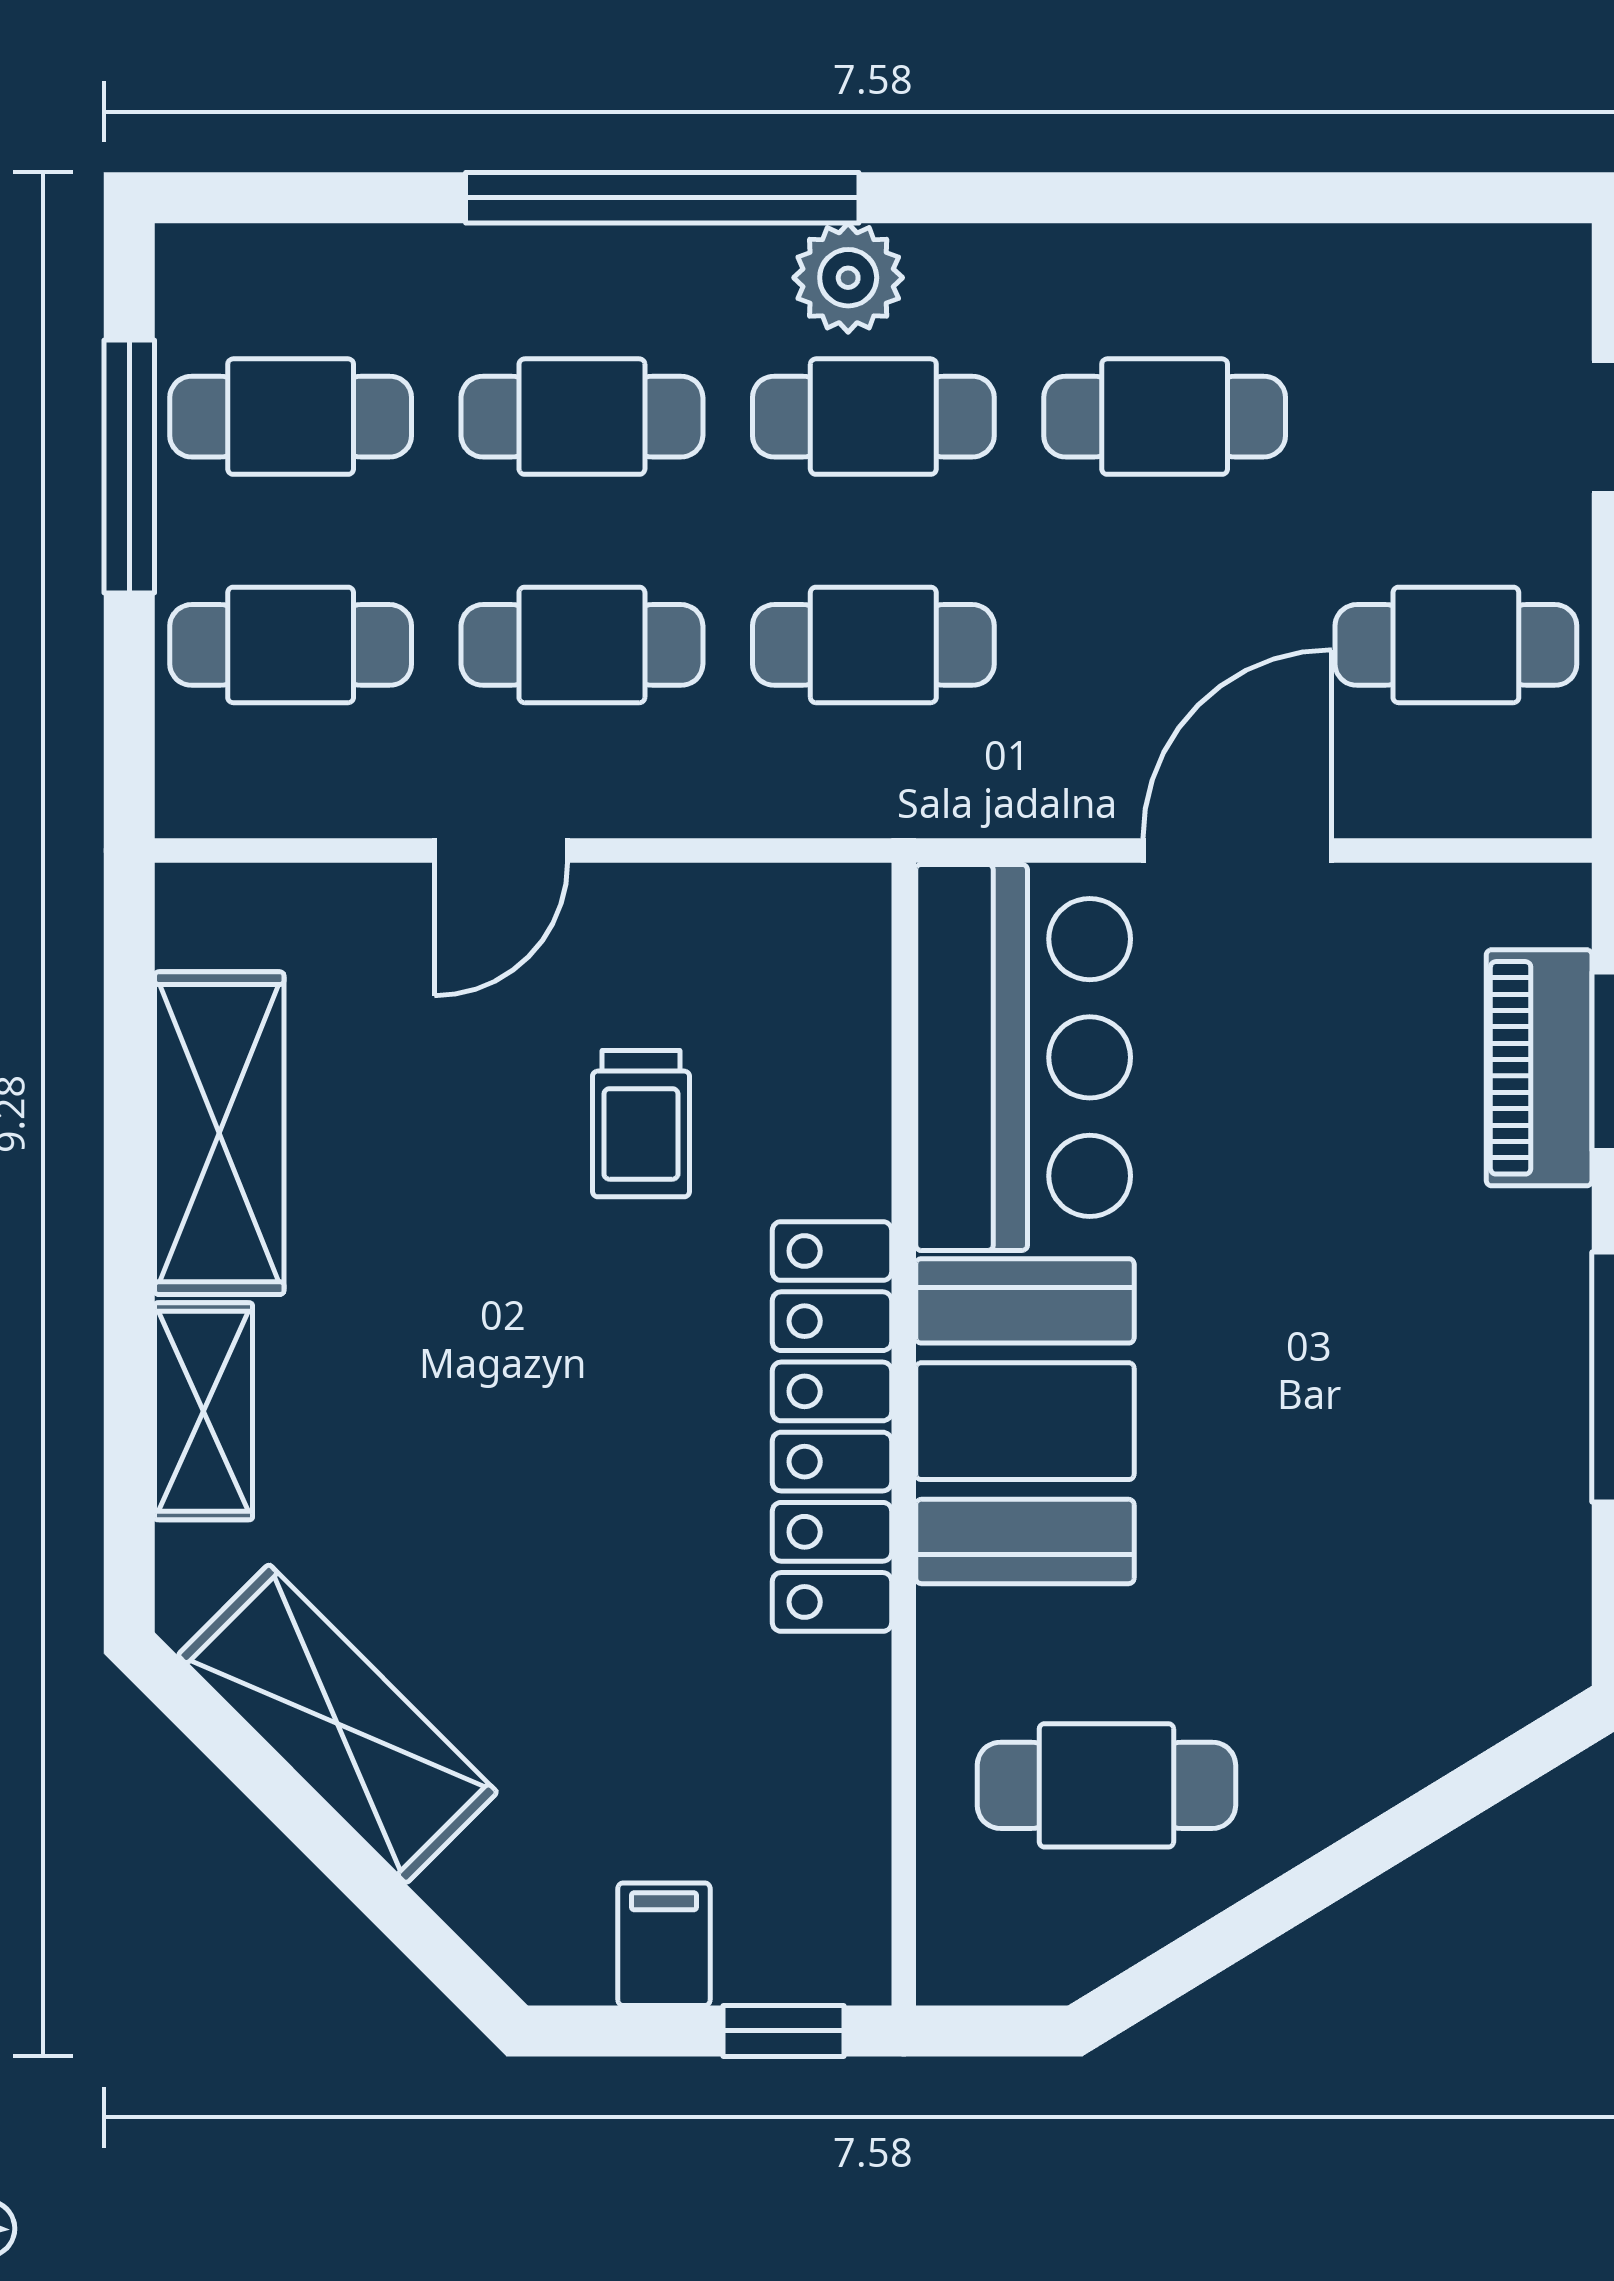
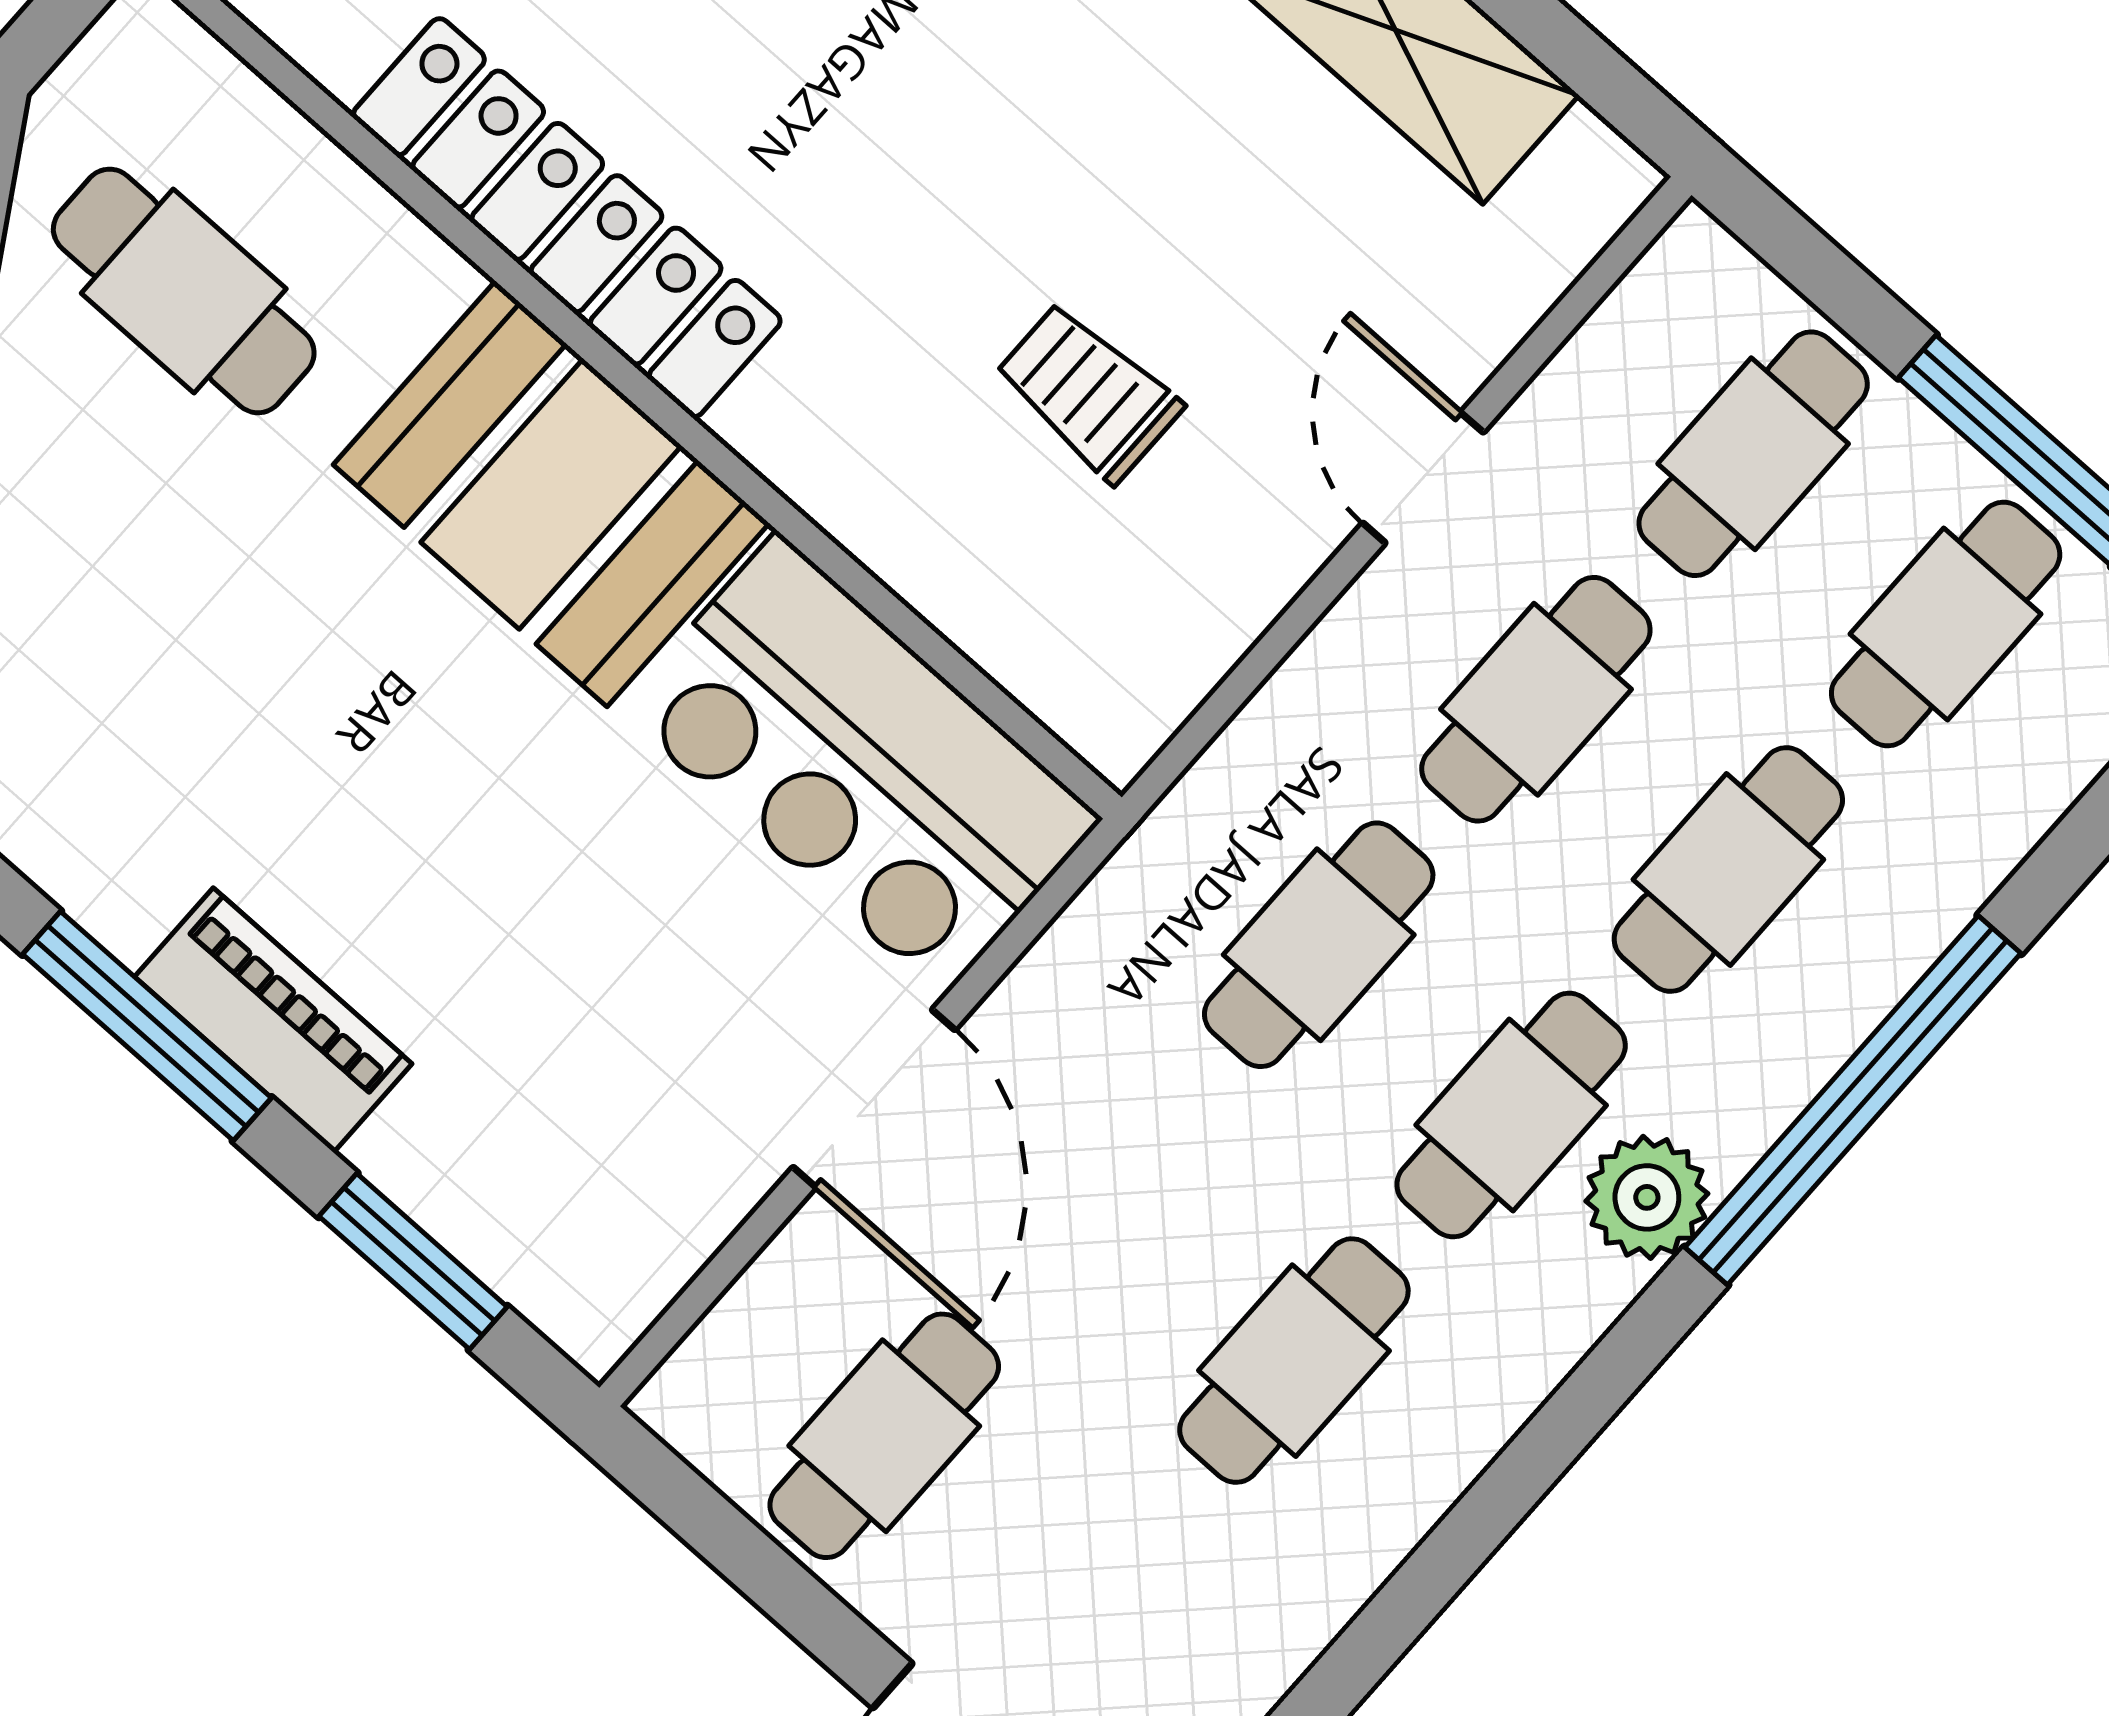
piano: (1539, 1068) -> (273, 1020), moved
locker: (832, 1426) -> (567, 218), moved
cafe table: (1106, 1785) -> (184, 291), turned 90

